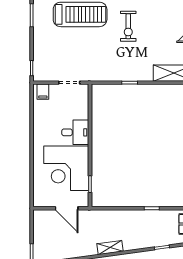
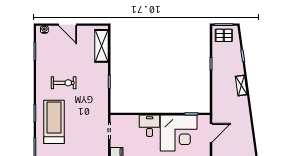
shelving: (110, 248) -> (241, 85), moved

